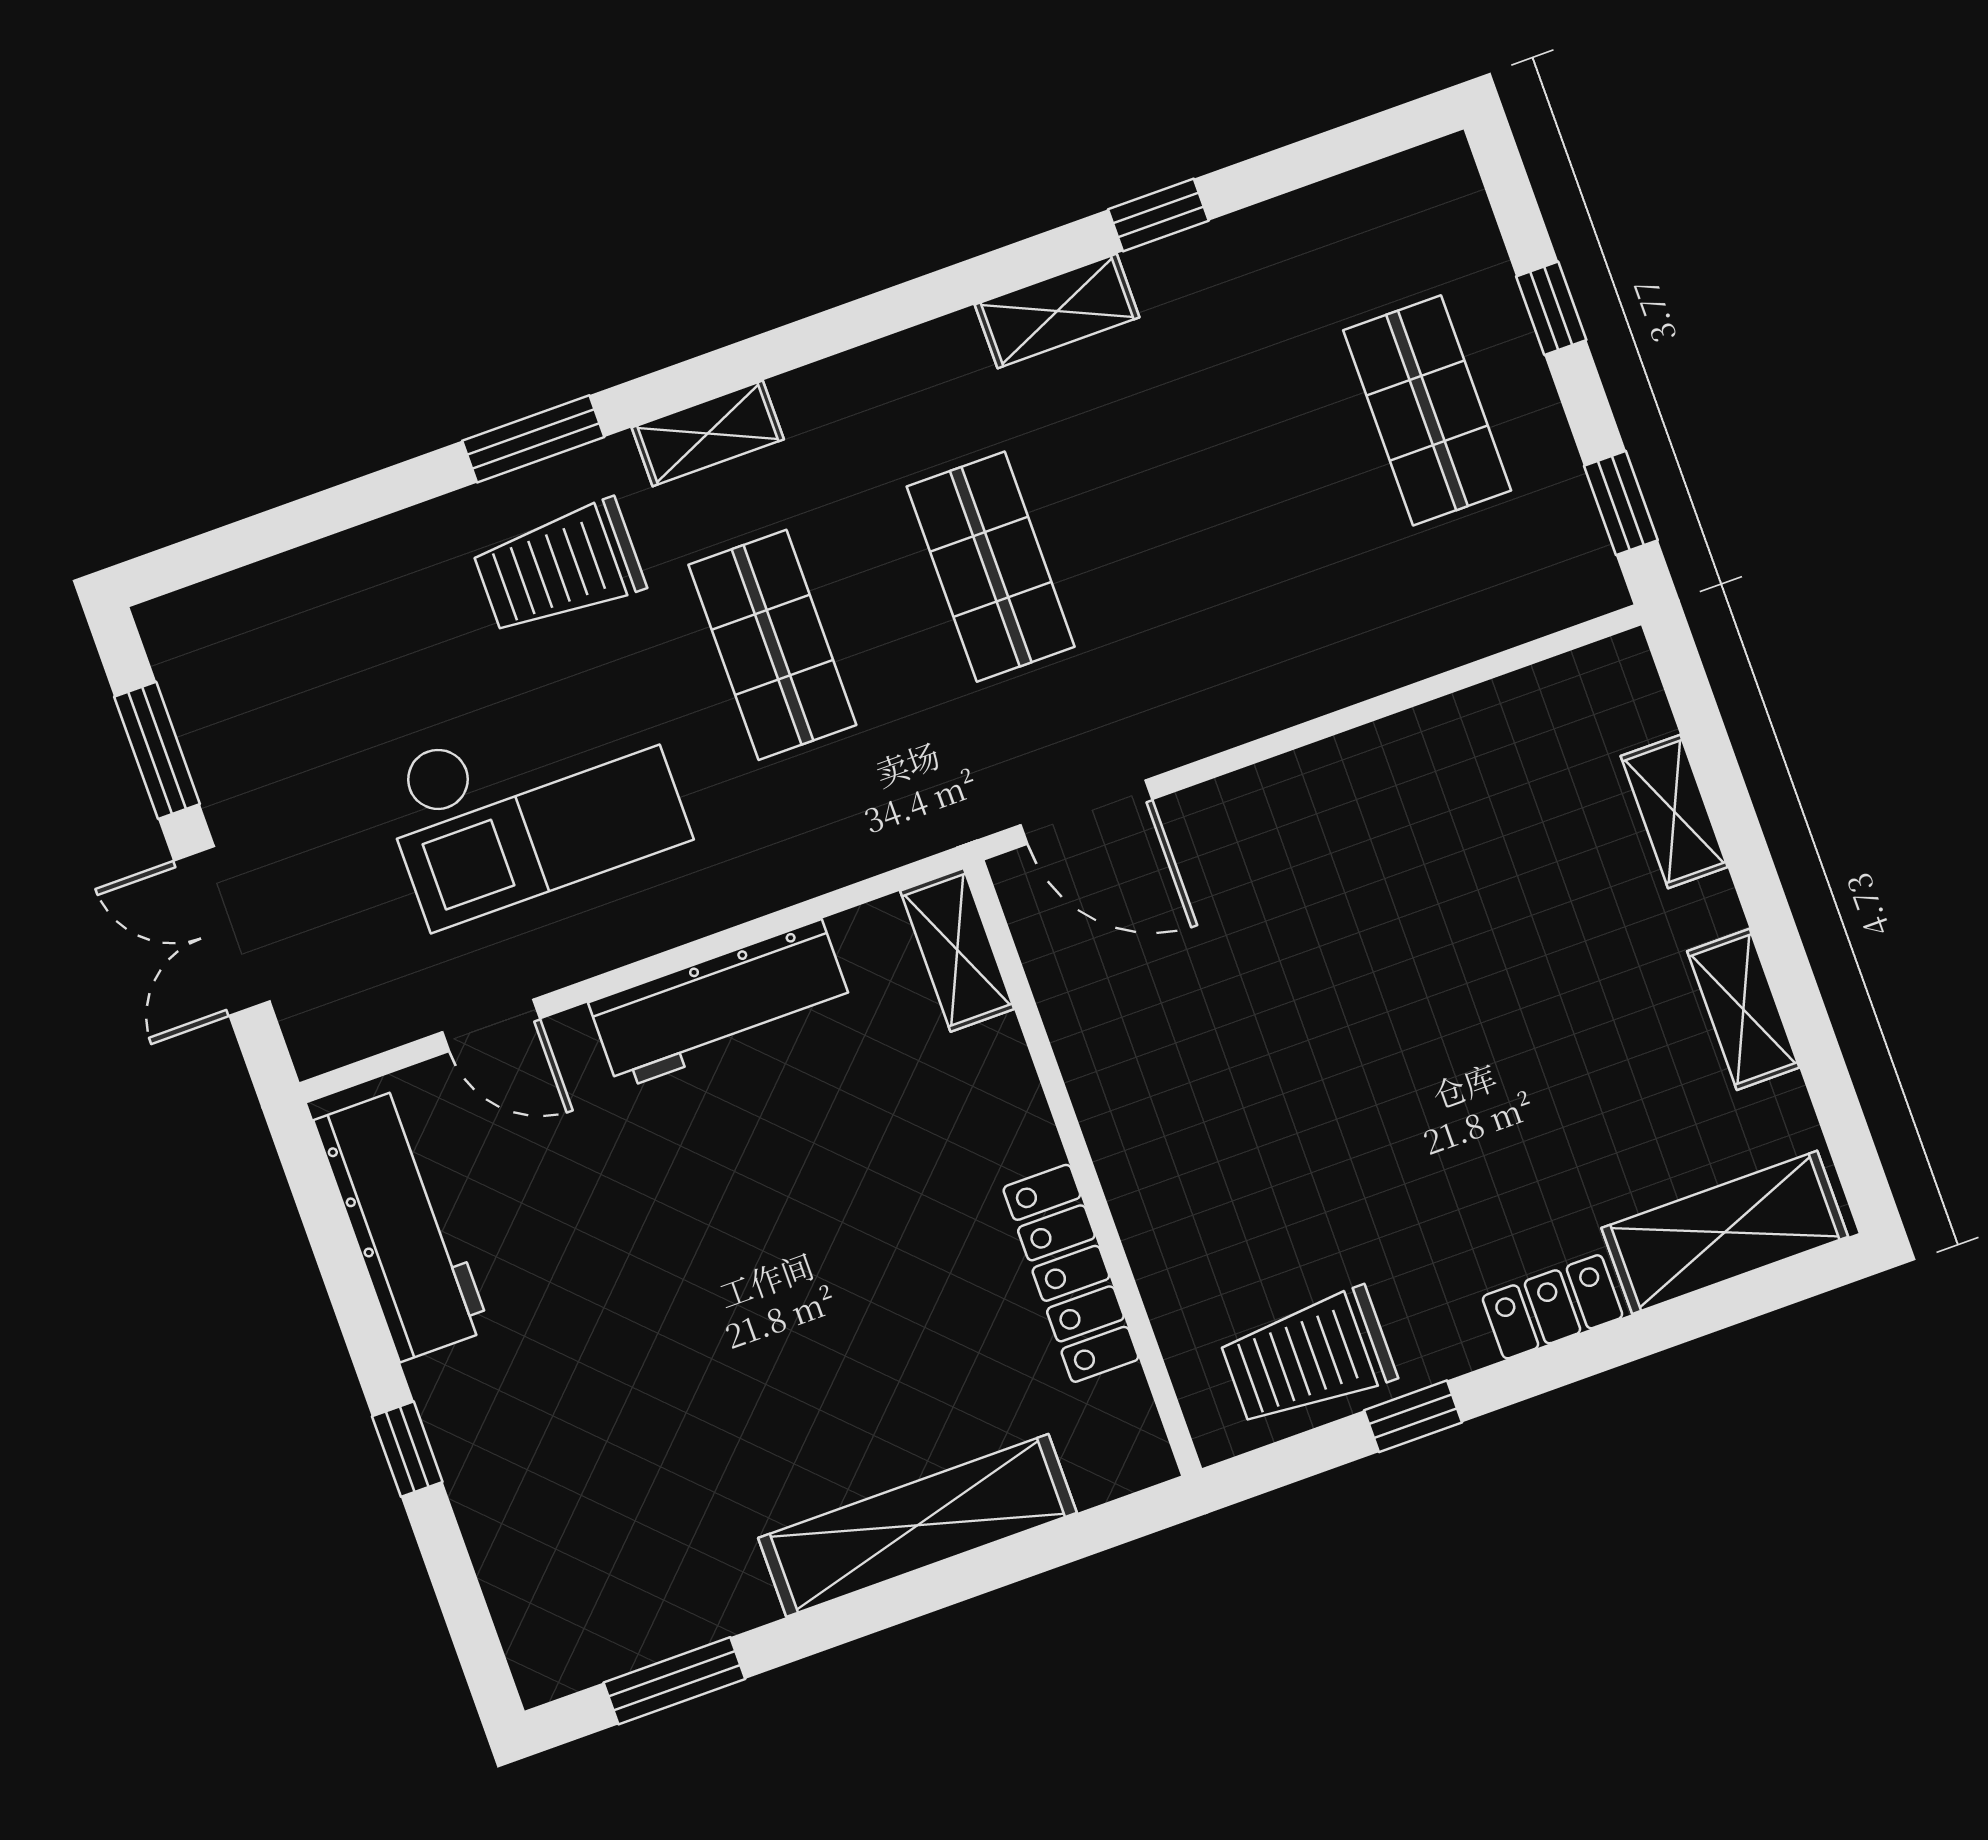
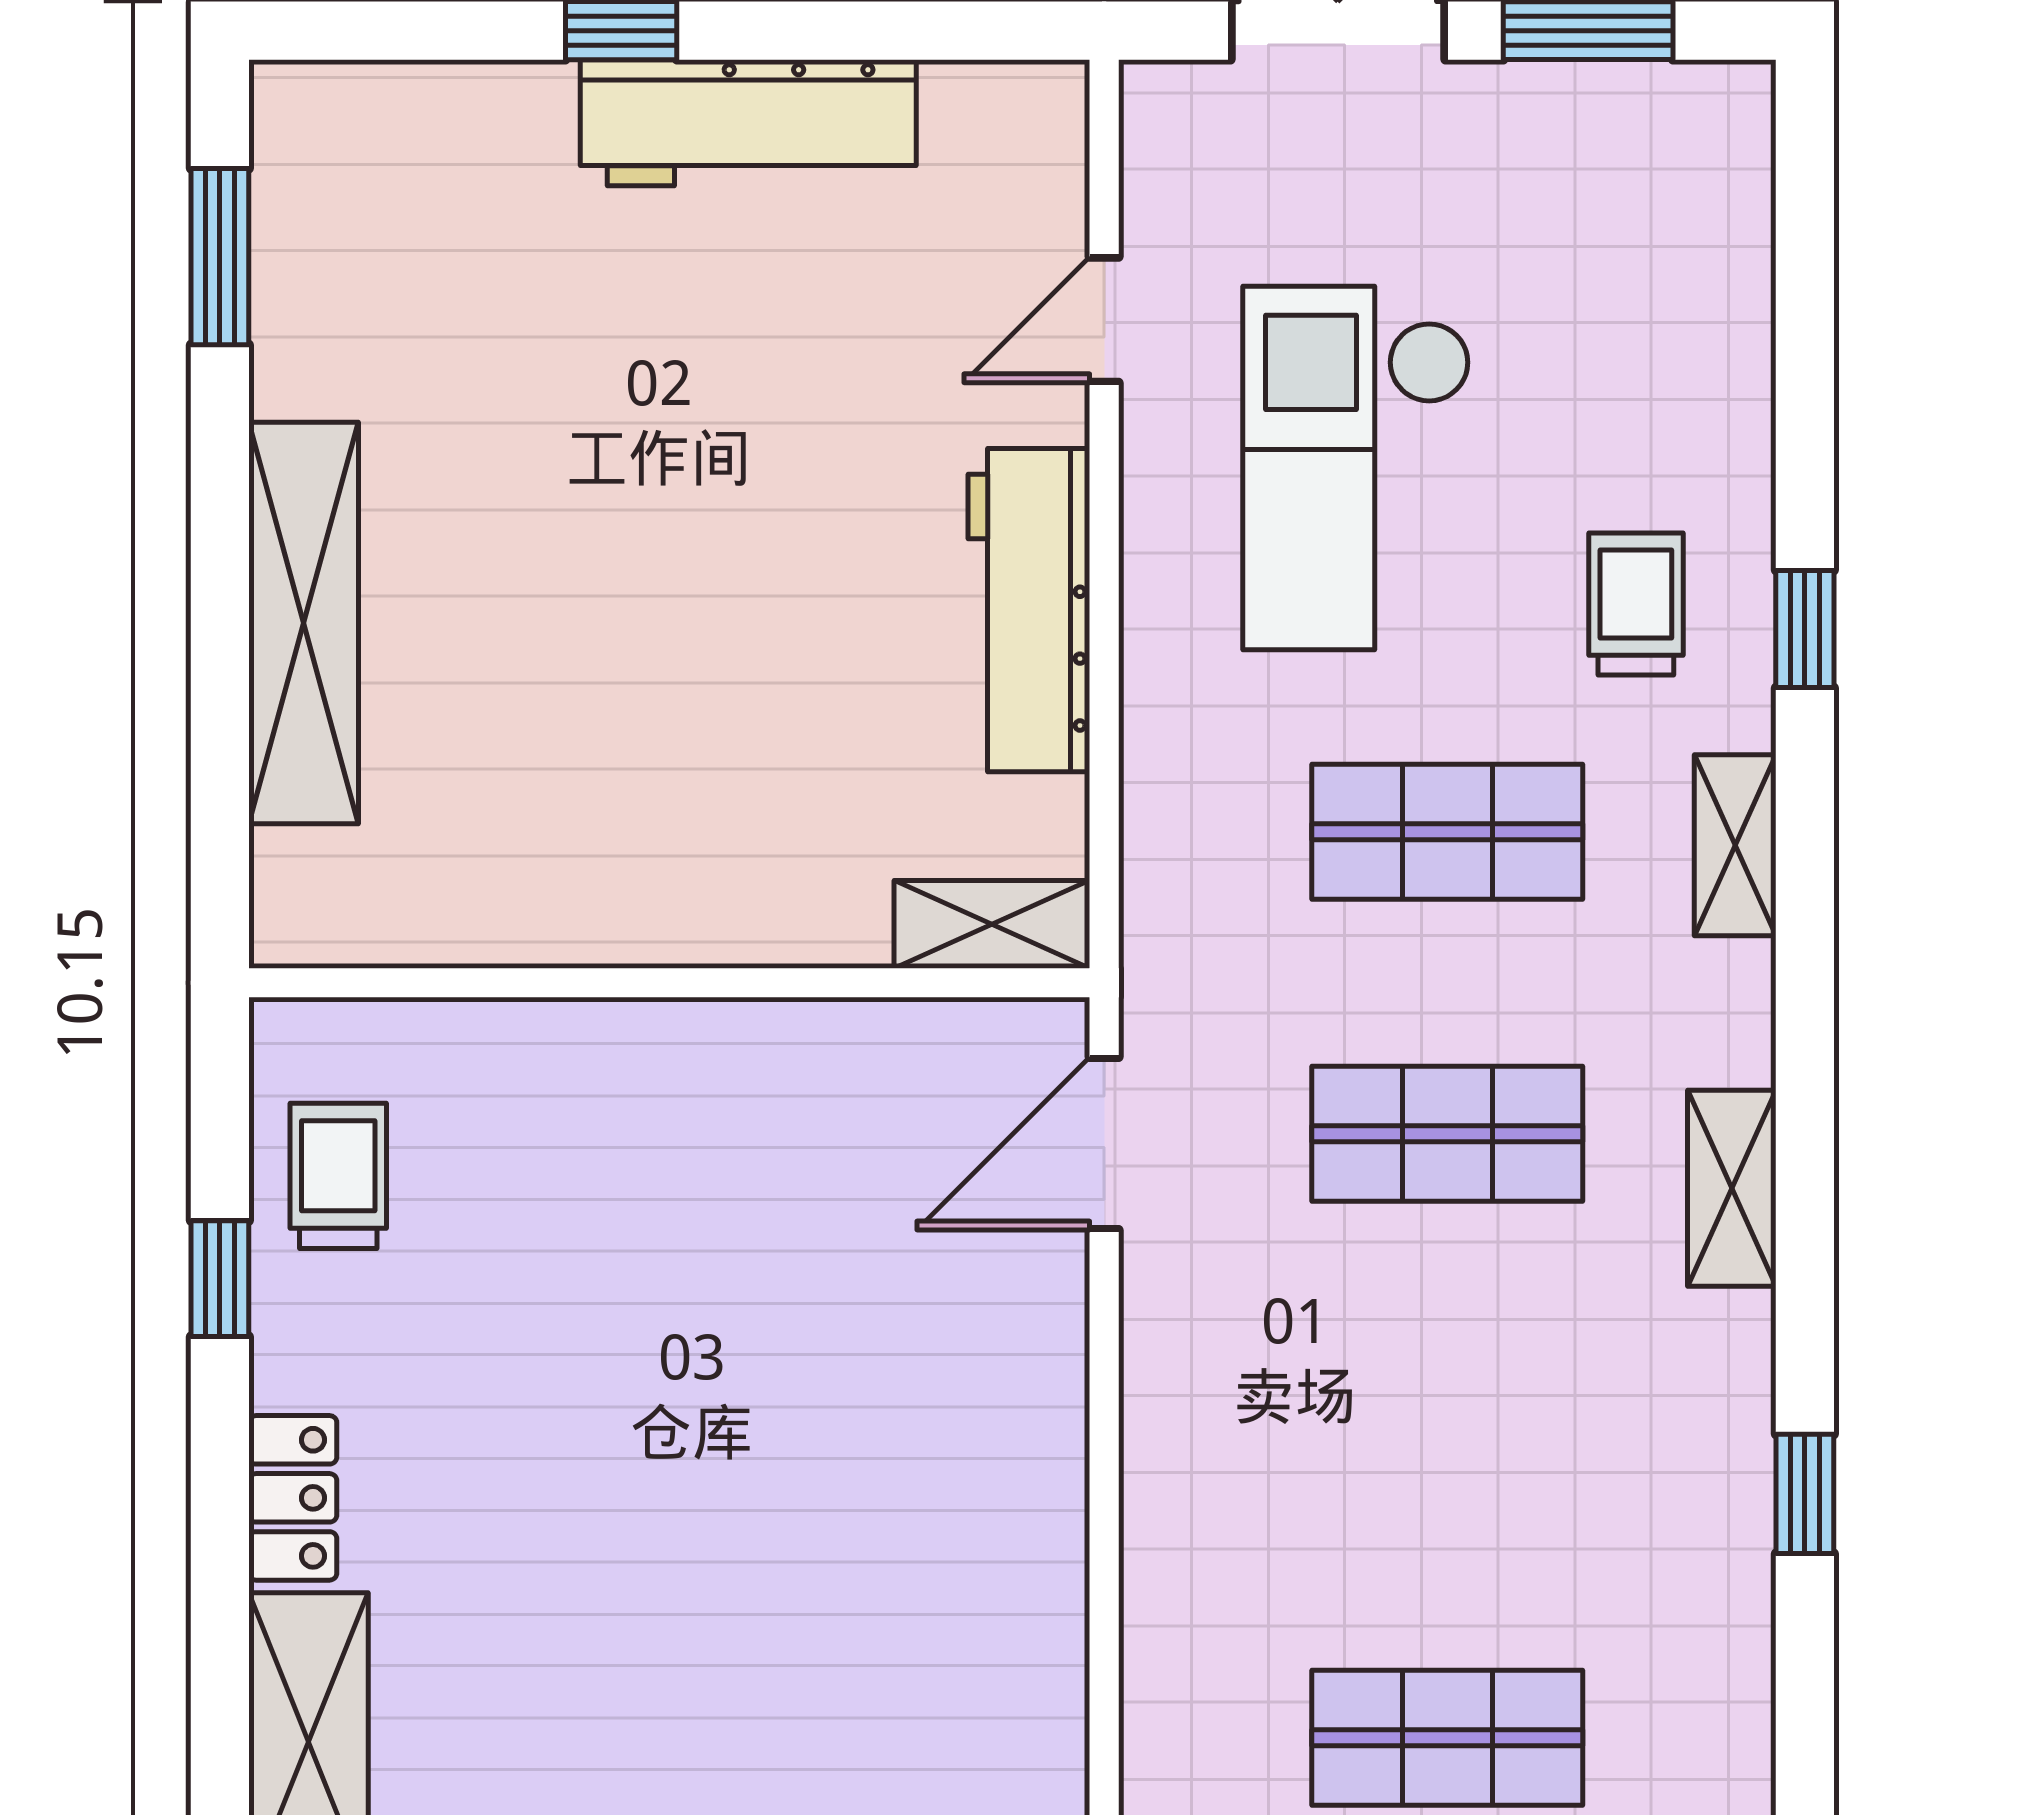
shelving: (1057, 311) -> (1732, 1188), moved
window: (533, 439) -> (1805, 629), width x0.67
trolley: (559, 567) -> (1636, 604), width x0.73, depth x0.72
workbench: (402, 1225) -> (748, 123), moved
locker: (1071, 1273) -> (545, 922), removed
trolley: (1308, 1357) -> (338, 1176), width x0.73, depth x0.72

